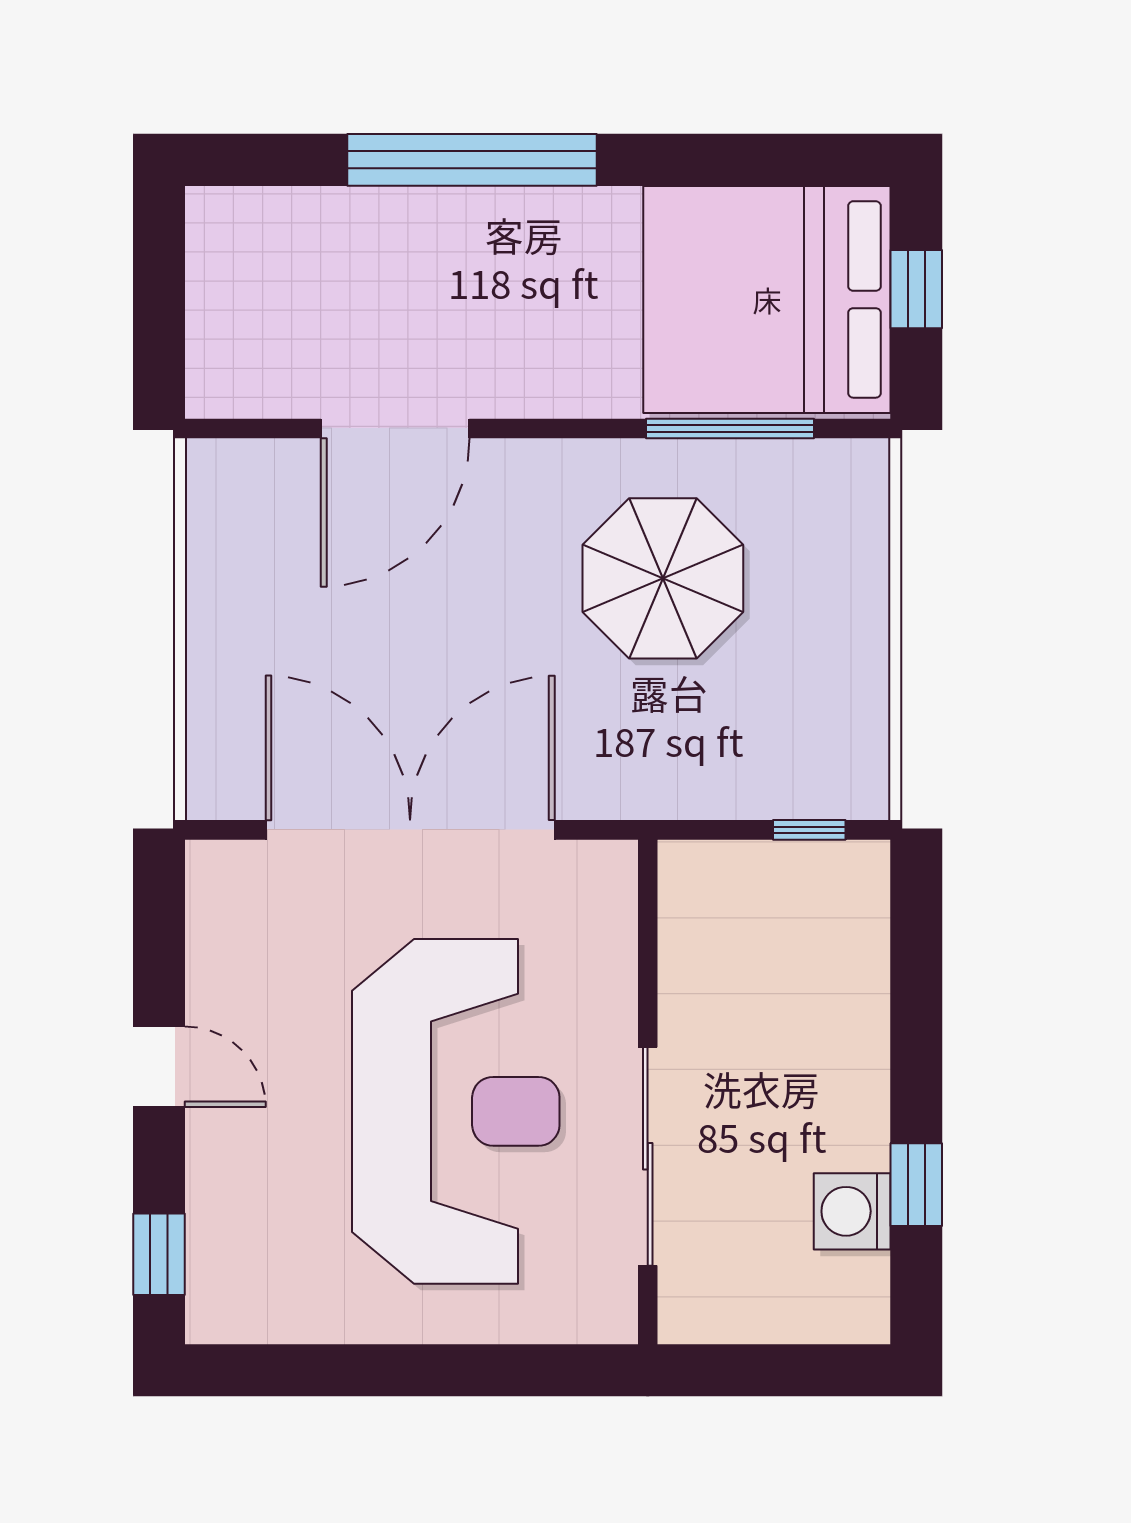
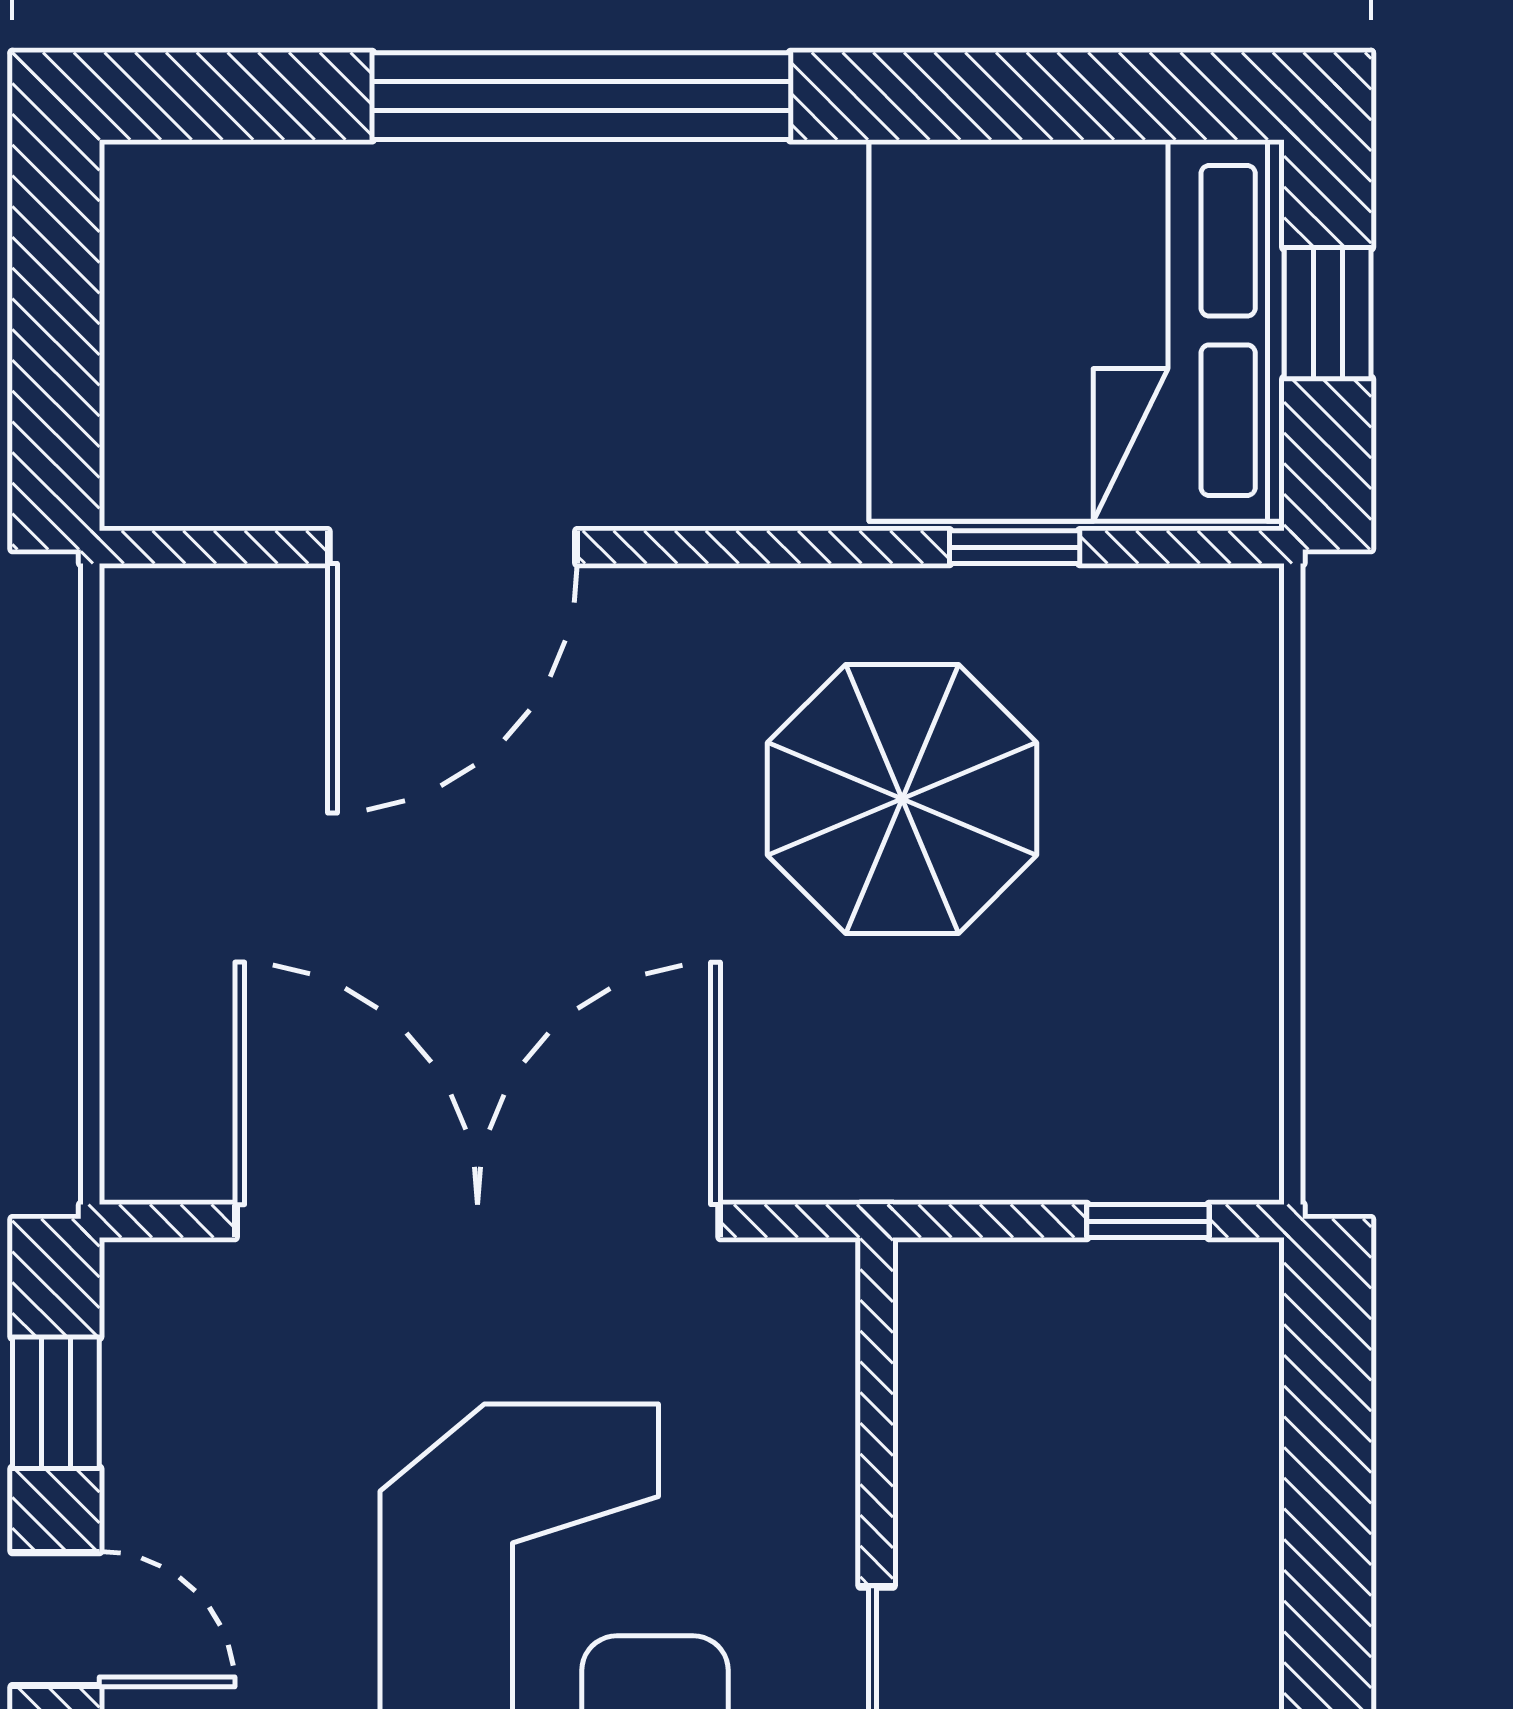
window: (730, 428) -> (1015, 547), width x0.46
window: (159, 938) -> (56, 1403), added

